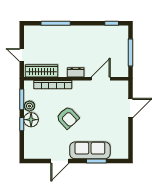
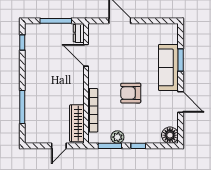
dresser: (76, 72) -> (79, 33), moved
armchair: (68, 118) -> (131, 93), turned -137
floor lamp: (31, 120) -> (170, 135), moved

